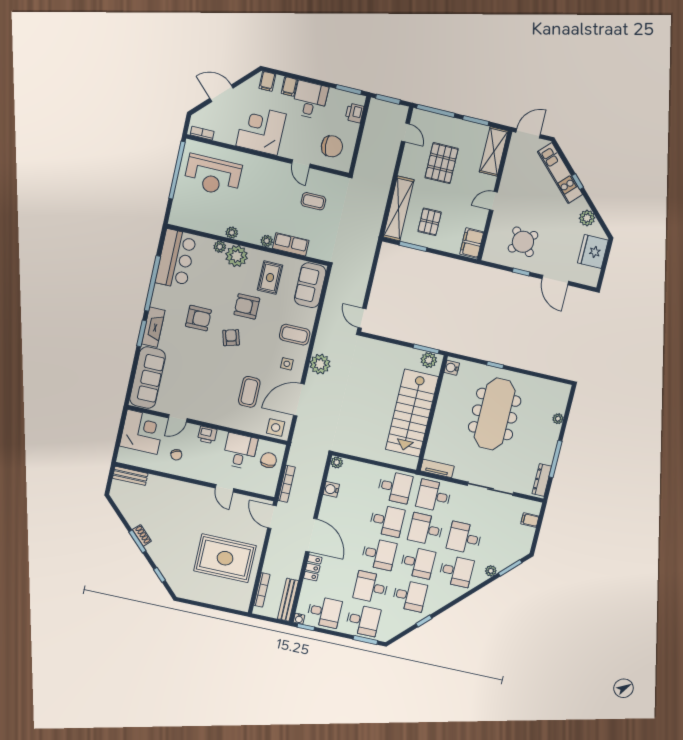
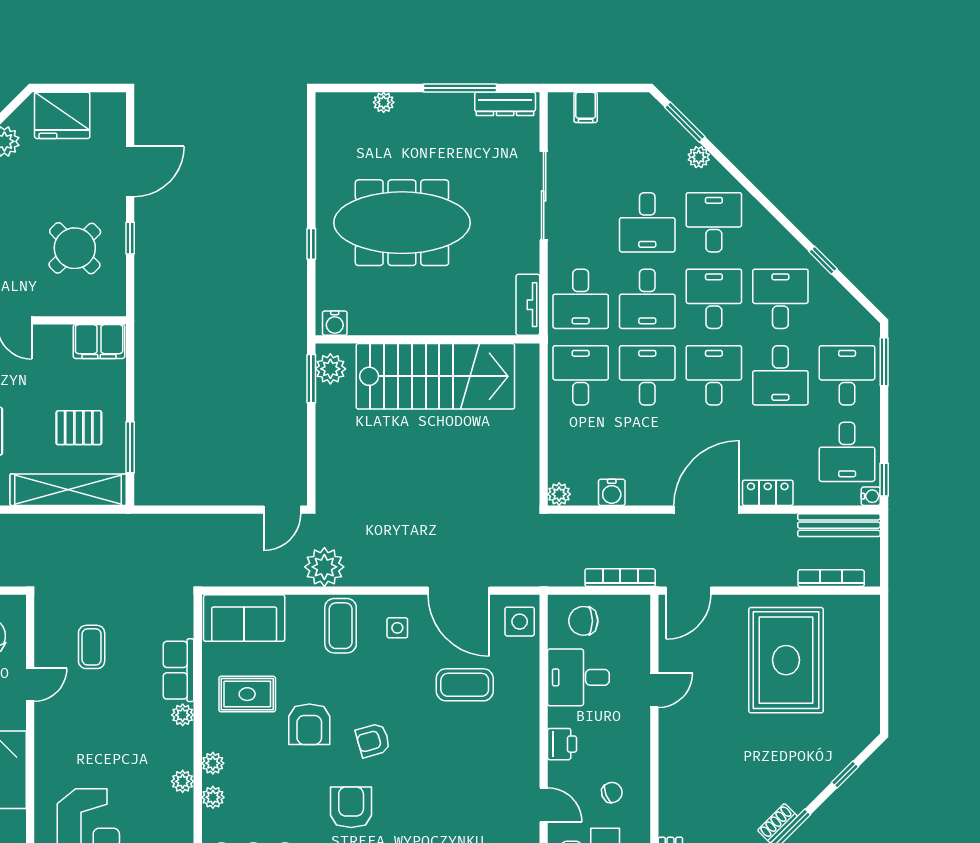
plant: (237, 256) -> (213, 763), width x0.53, depth x0.53
plant: (320, 364) -> (324, 567), moved
desk: (324, 612) -> (847, 452), turned 180

